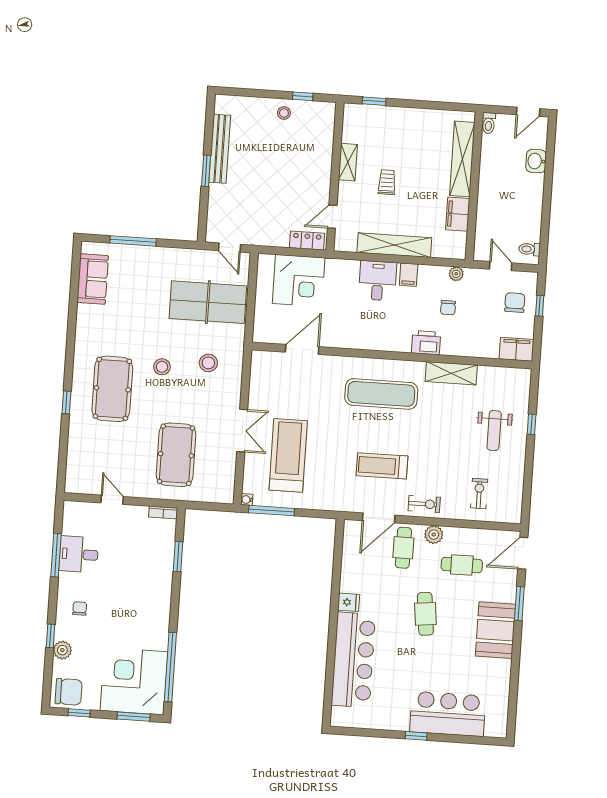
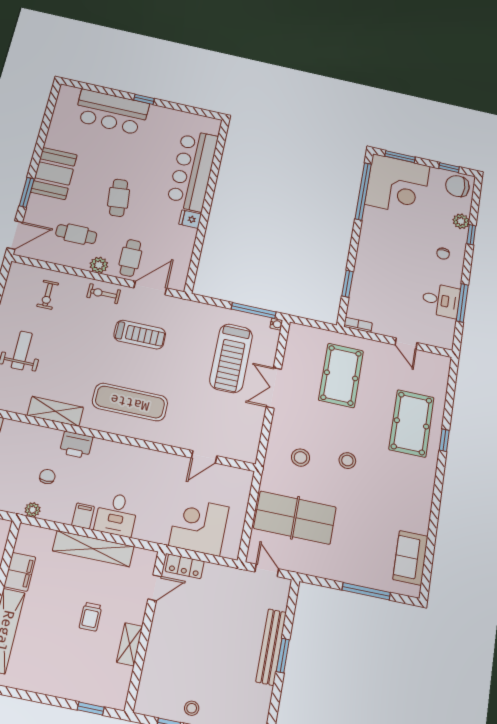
bench: (220, 149) -> (271, 647), moved
door: (302, 349) -> (204, 457), width x0.73
pool table: (112, 389) -> (411, 423), moved

